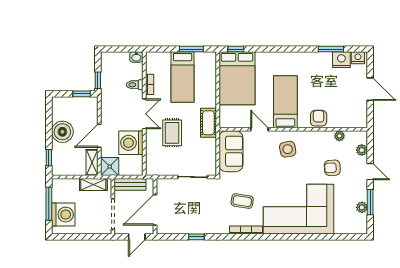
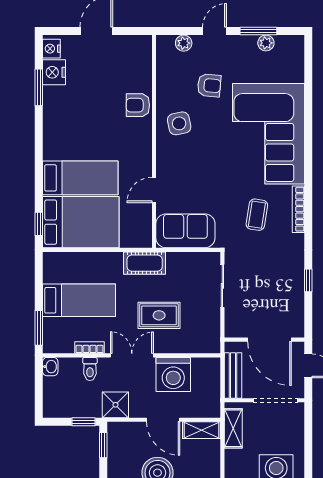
window: (191, 49) -> (39, 328), moved
bed: (285, 102) -> (80, 178), moved, turned 180
plant: (339, 136) -> (163, 75), removed
side table: (288, 149) -> (179, 123), moved
shower: (110, 167) -> (115, 405), moved
armchair: (332, 168) -> (209, 85), turned -82

